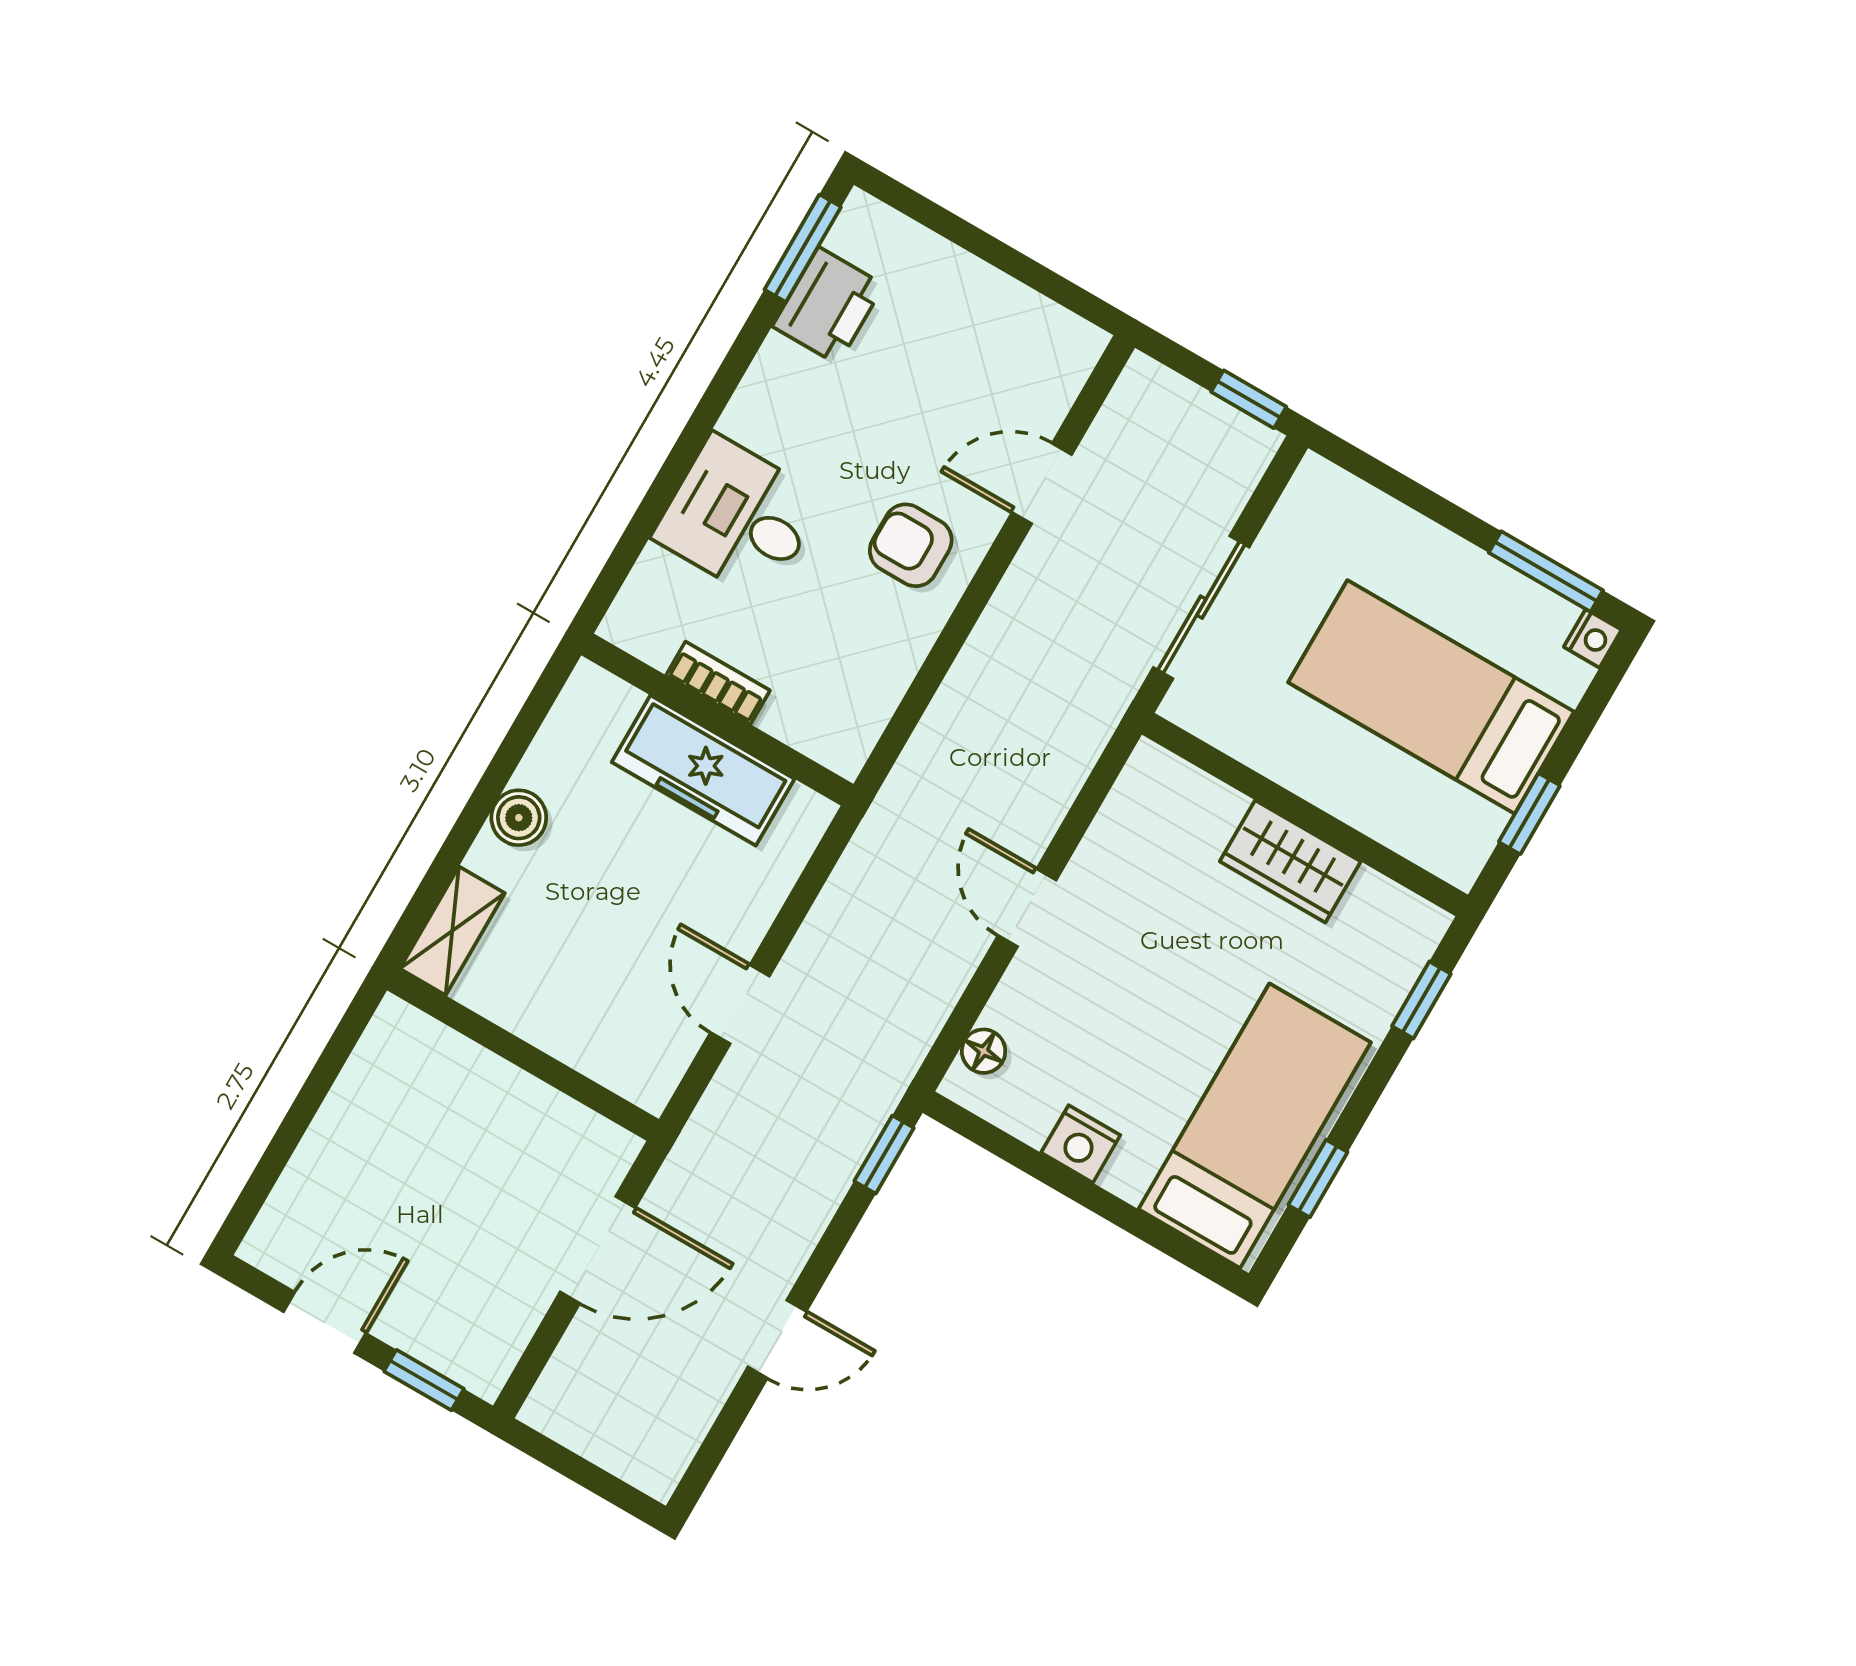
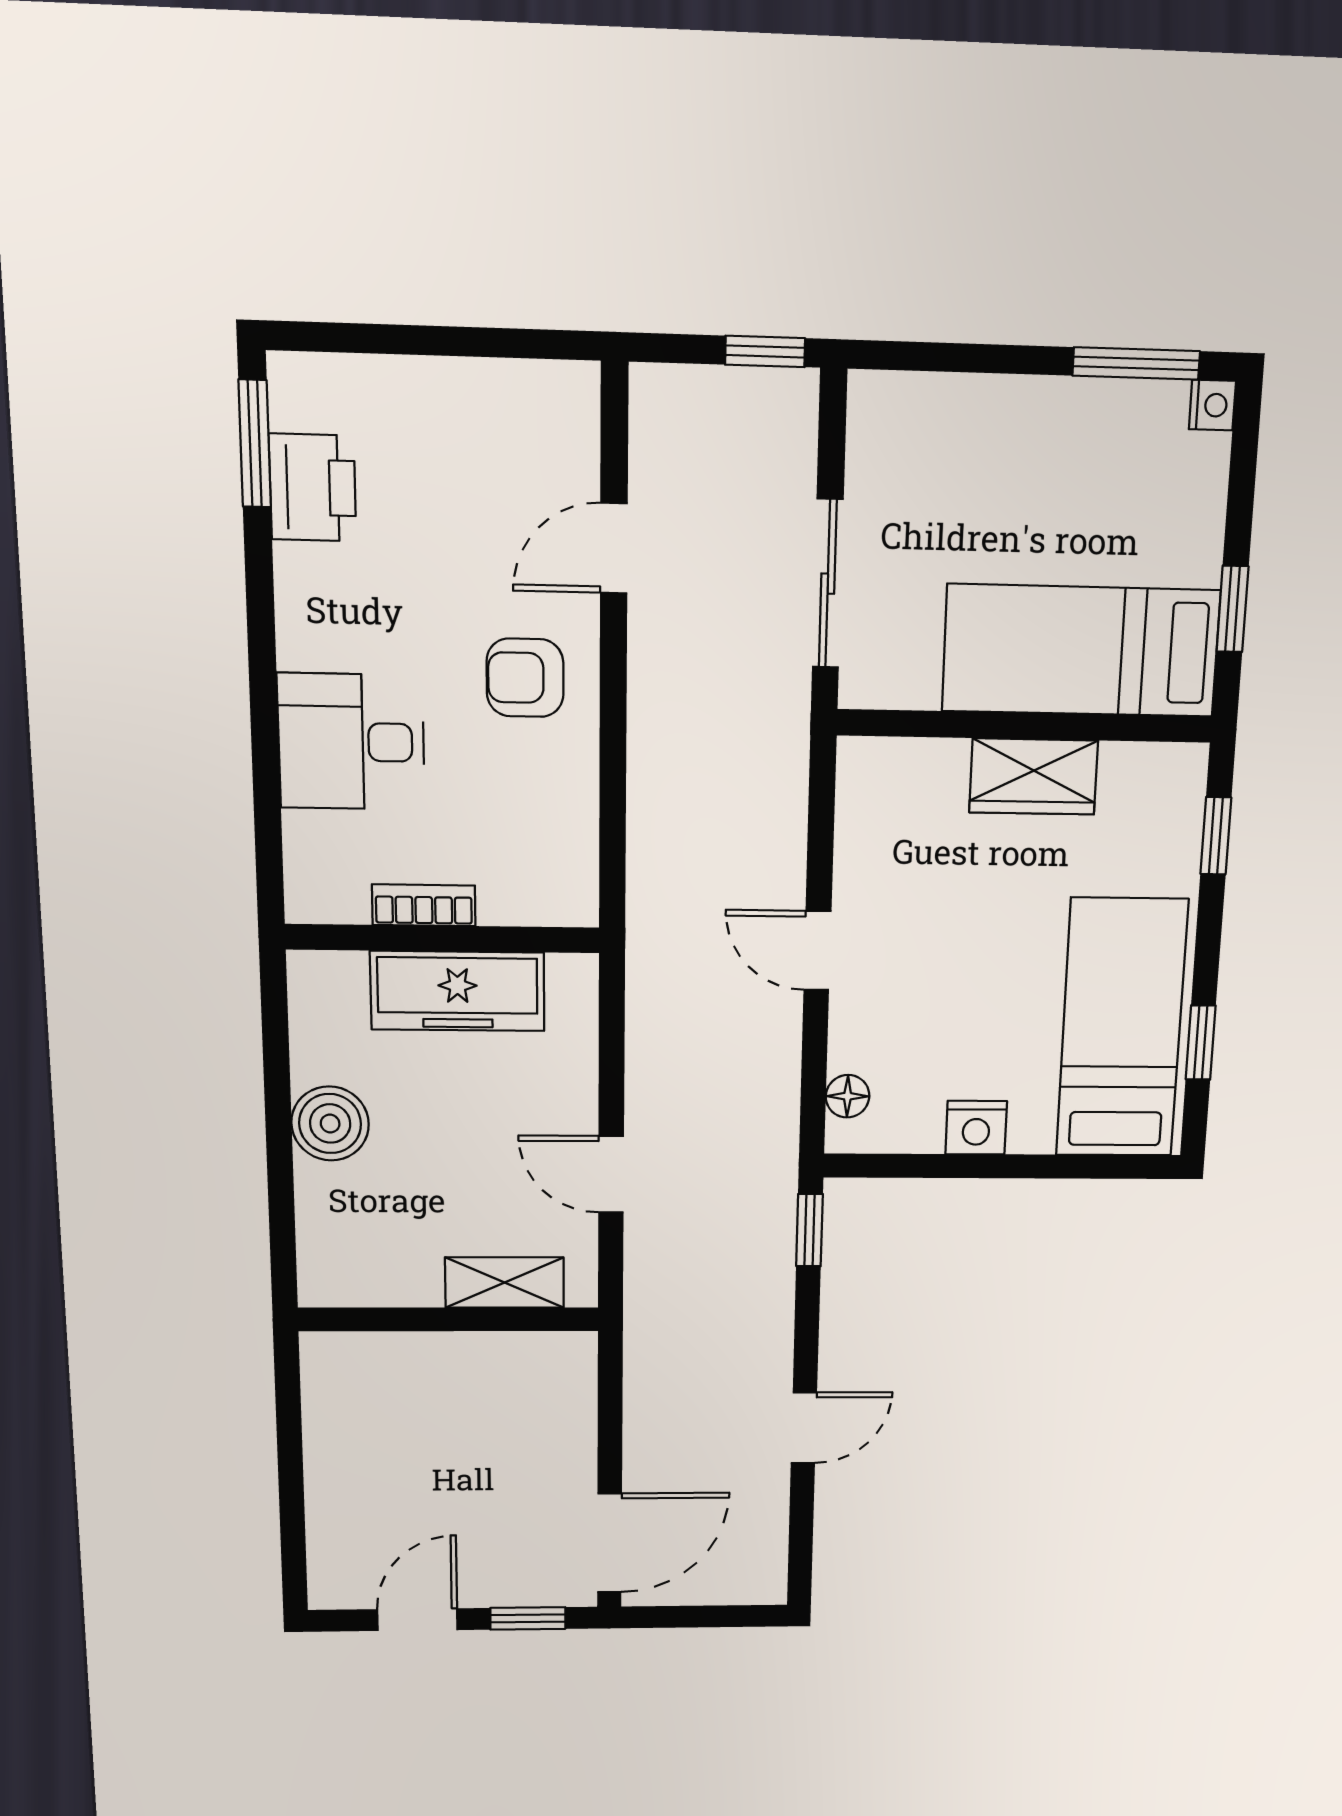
bed: (1431, 697) -> (1081, 651), moved
boiler: (519, 818) -> (330, 1124), width x1.36, depth x1.36
shelving: (452, 931) -> (505, 1282), moved, turned 90
door: (598, 1250) -> (609, 1543), moved

